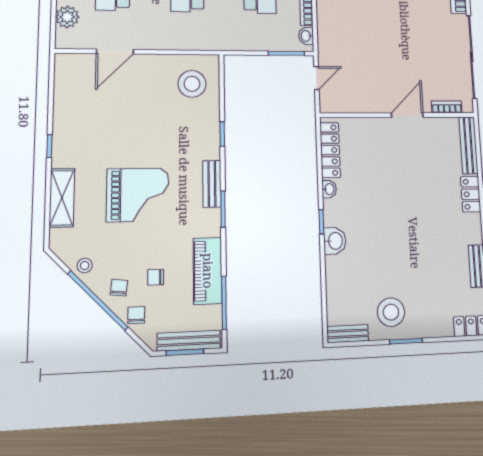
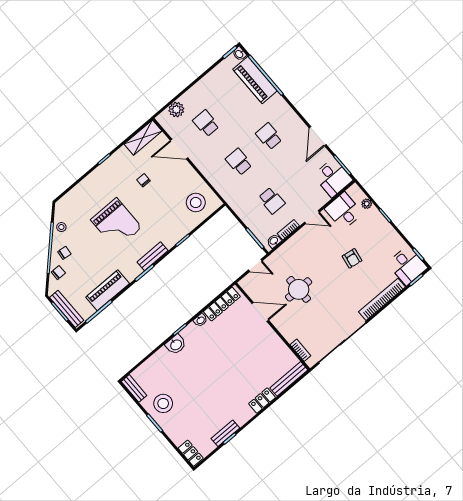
round table: (380, 54) -> (299, 289), added
door: (407, 115) -> (260, 312), moved
shelving: (62, 198) -> (143, 138), moved
chair: (156, 277) -> (144, 180), moved

